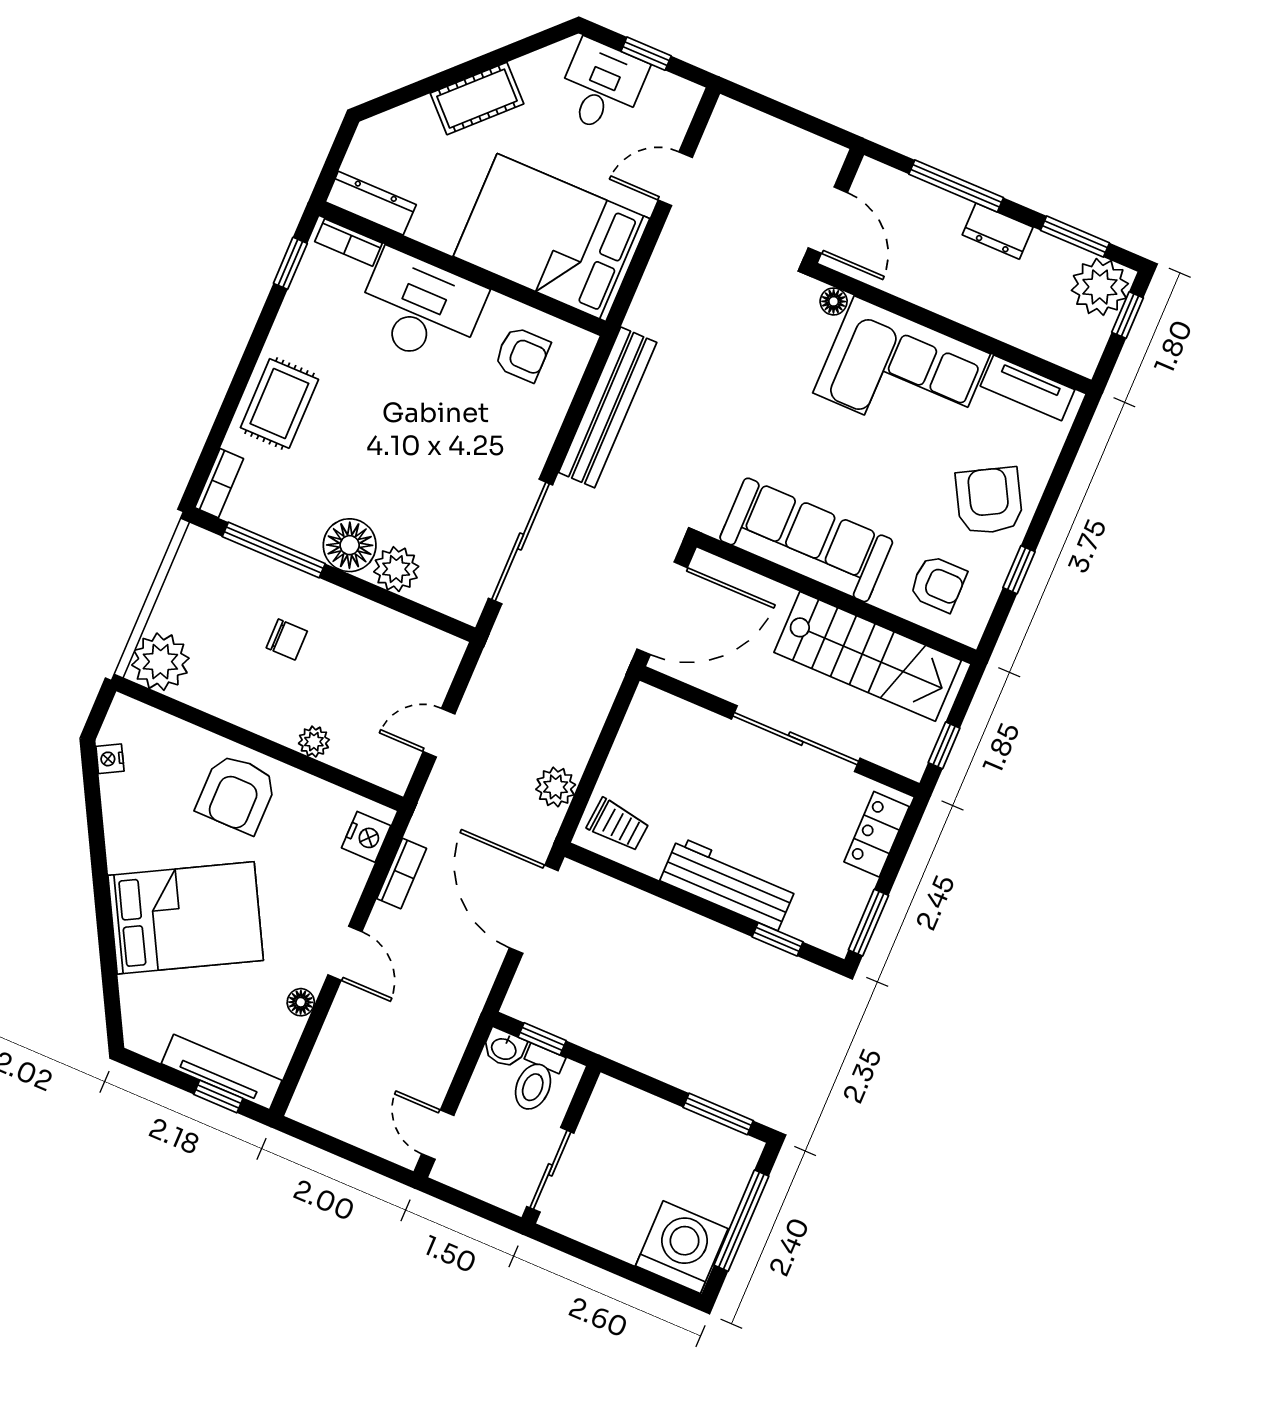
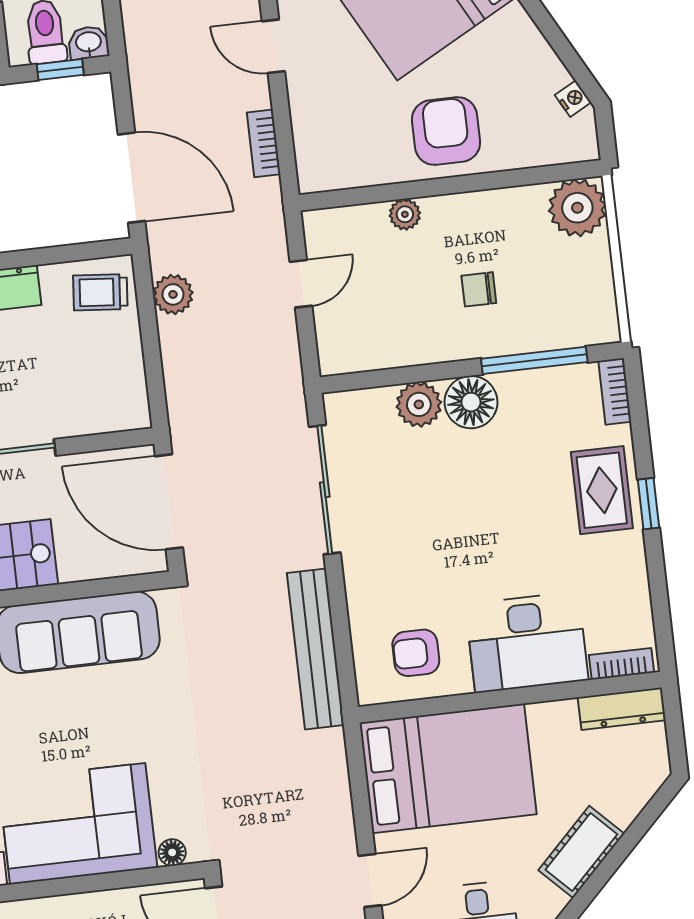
window: (290, 263) -> (649, 504), moved
door: (662, 608) -> (169, 502), hinge flipped
nightstand: (366, 837) -> (313, 158), removed

